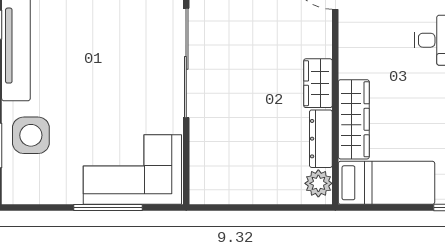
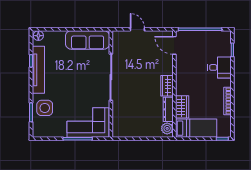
wardrobe: (354, 119) -> (182, 107), width x0.67

